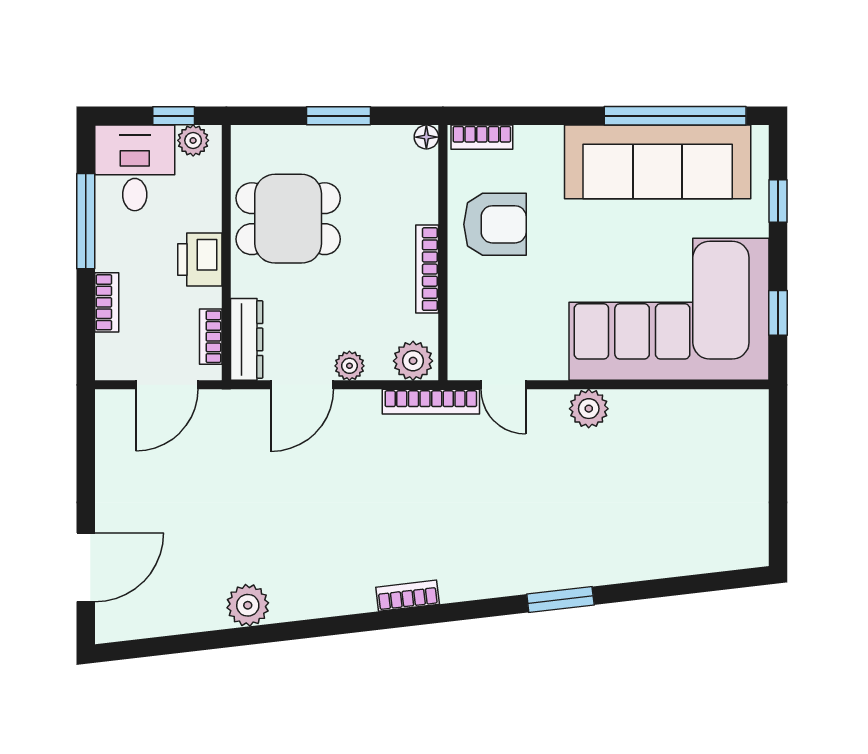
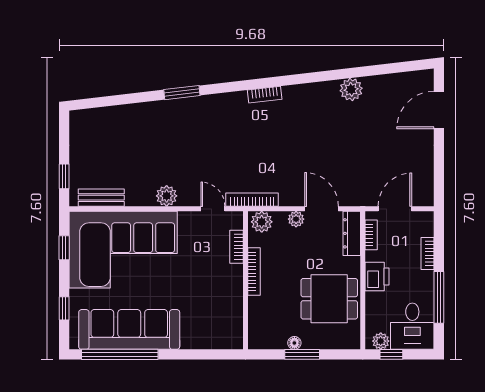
floor lamp: (426, 137) -> (294, 343), moved
bookcase: (482, 137) -> (236, 247), moved, turned -90
armchair: (495, 224) -> (217, 296), removed
door: (302, 385) -> (322, 209), hinge flipped
bench: (709, 405) -> (101, 198), added
window: (778, 445) -> (64, 176), added

